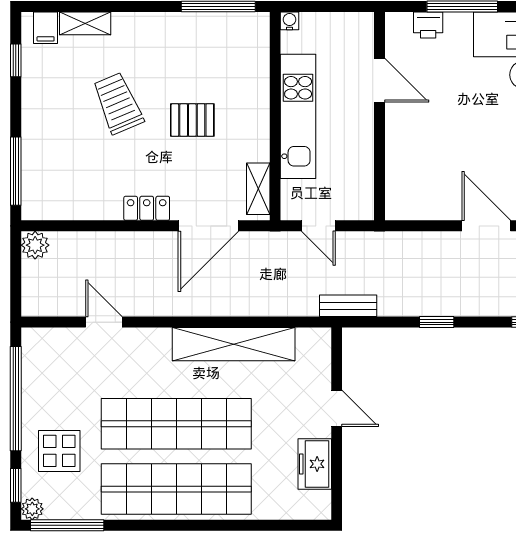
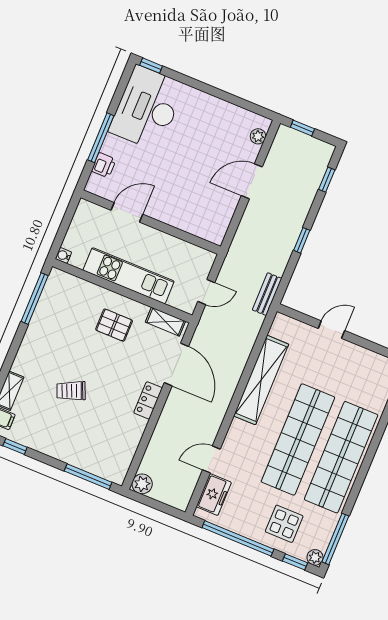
trolley: (118, 103) -> (71, 391), width x0.73, depth x0.72
pallet: (192, 120) -> (114, 325), moved, turned 90
freezer: (315, 464) -> (214, 495), moved, turned -90

